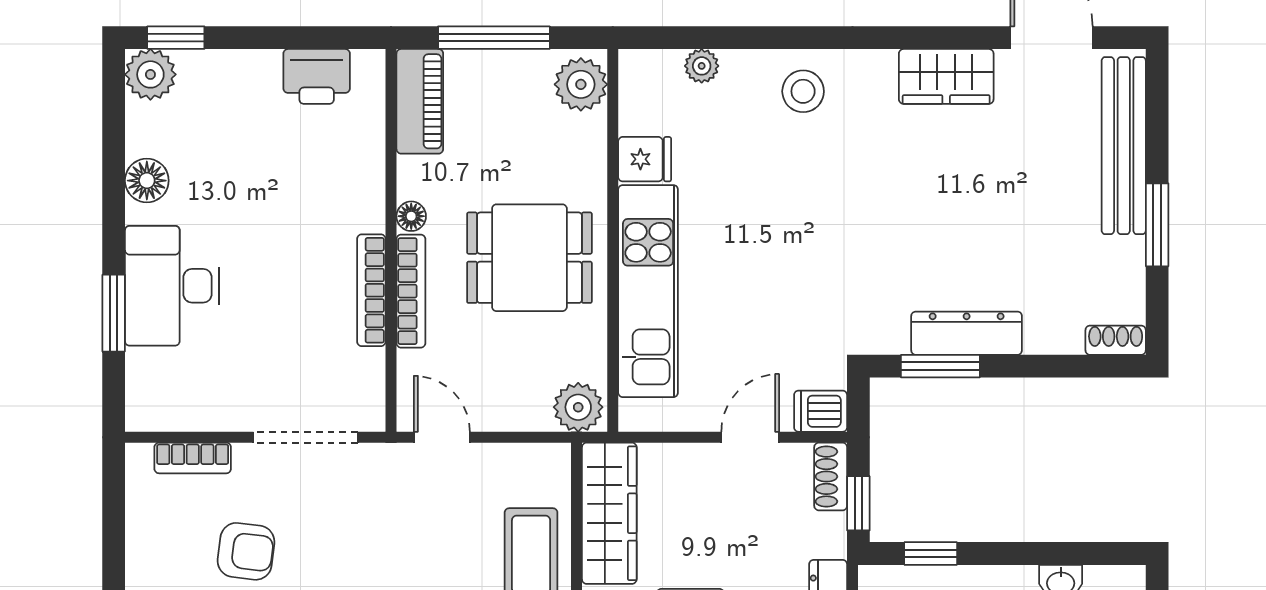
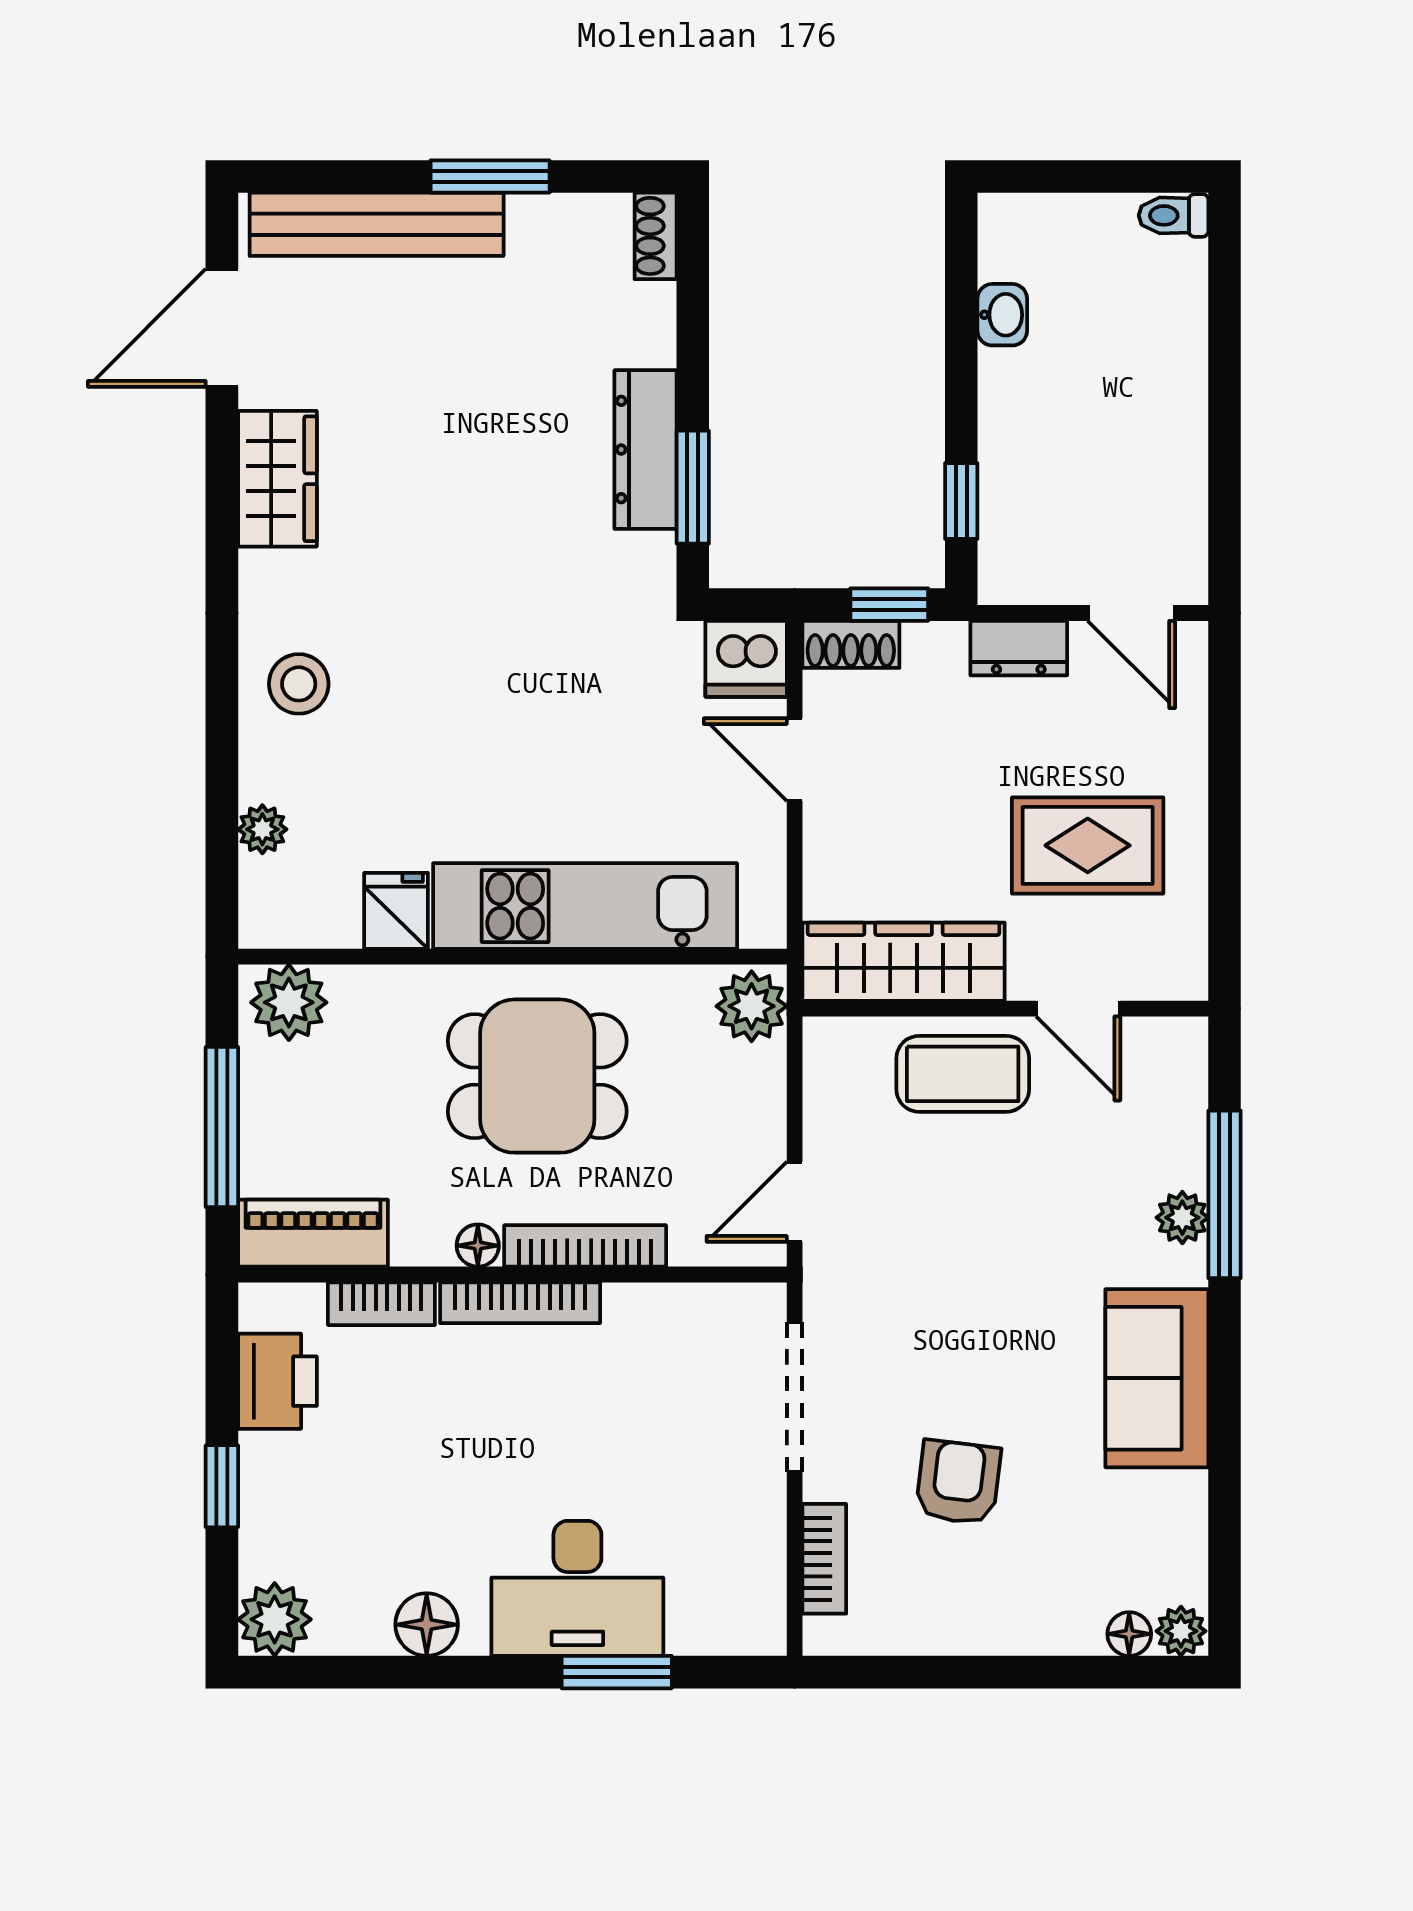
window: (176, 38) -> (222, 1486), moved
bookcase: (371, 149) -> (381, 1304), added
dining table: (529, 258) -> (537, 1076), turned 90
bookcase: (371, 290) -> (520, 1303), moved
dishwasher: (821, 411) -> (746, 659), width x1.38

